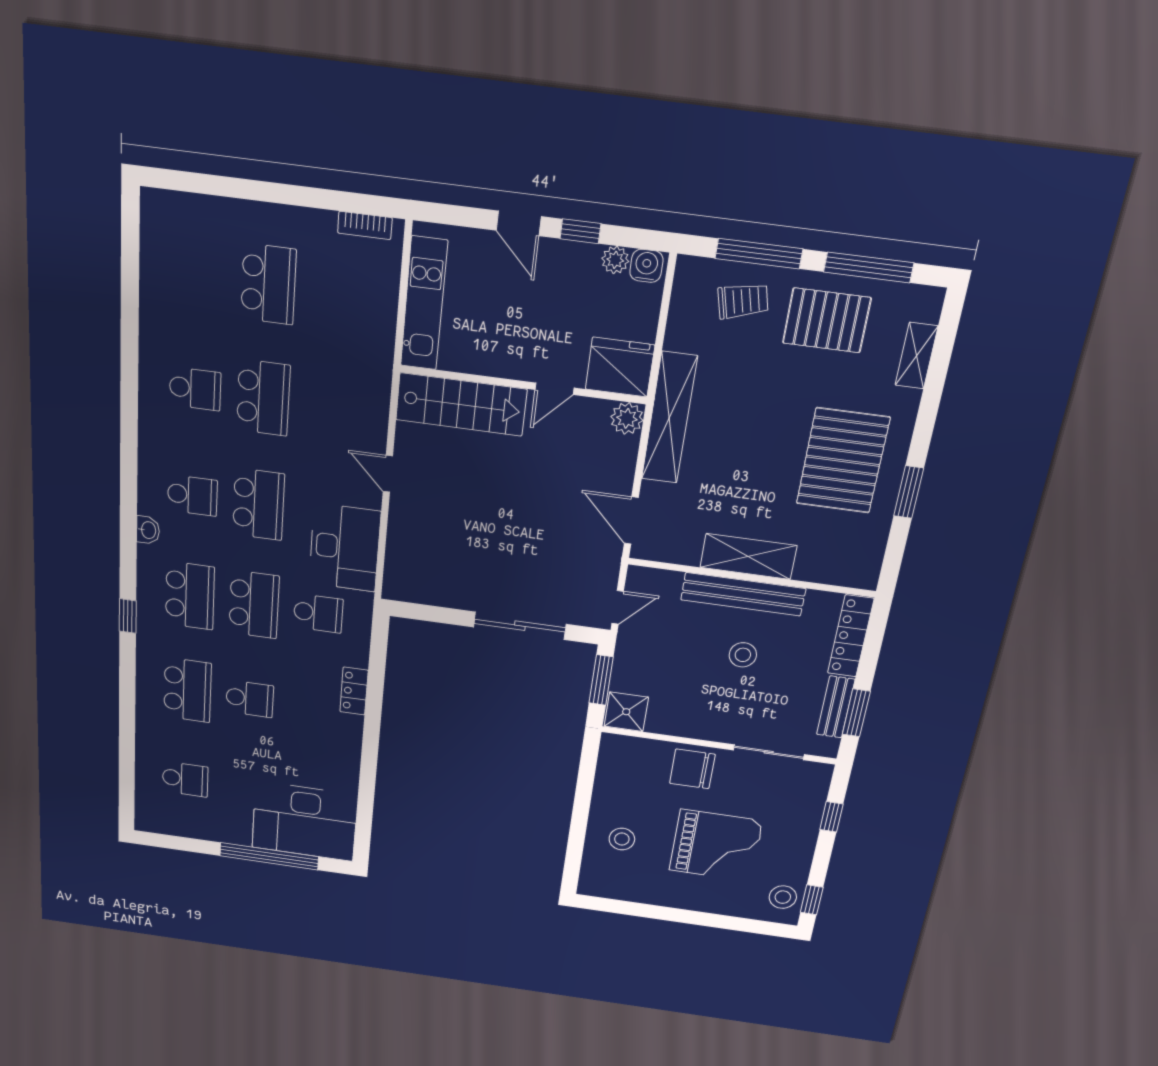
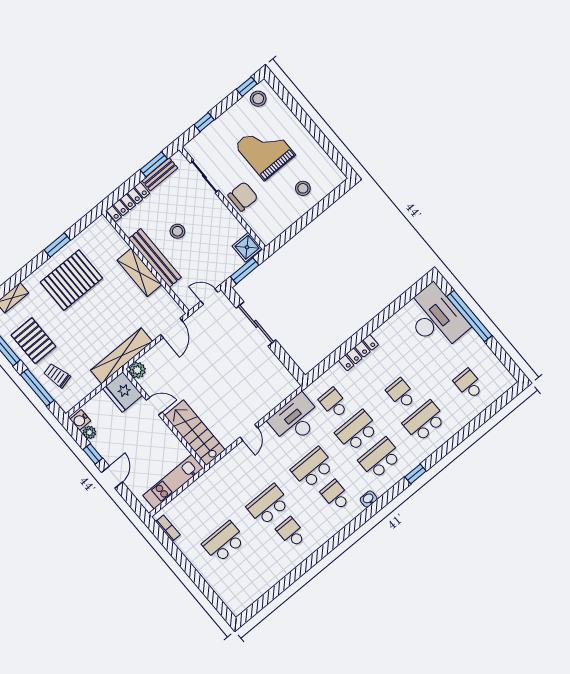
locker: (354, 691) -> (358, 353), width x1.53
chair: (692, 769) -> (243, 196), turned -90

